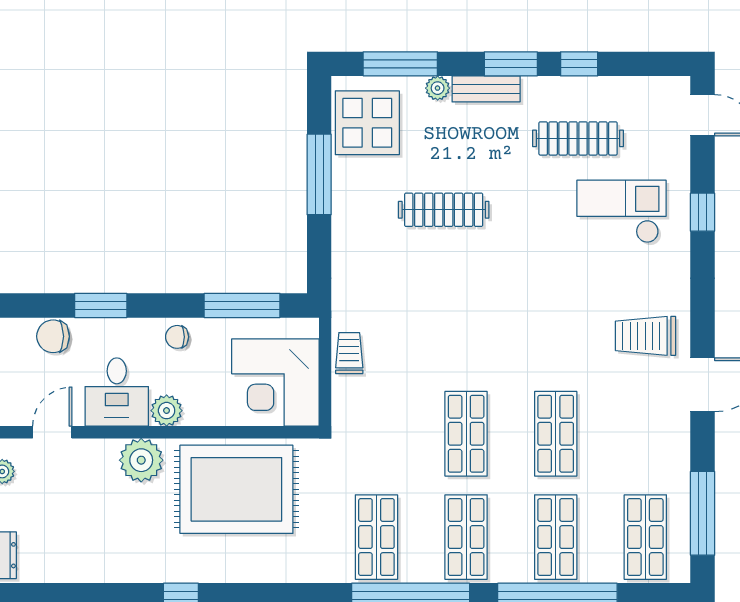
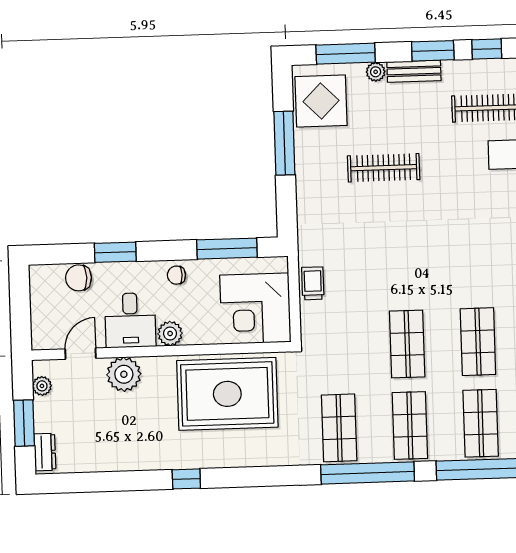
plant: (141, 460) -> (124, 374), moved

